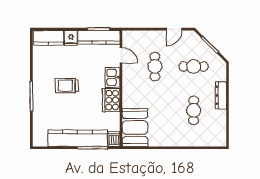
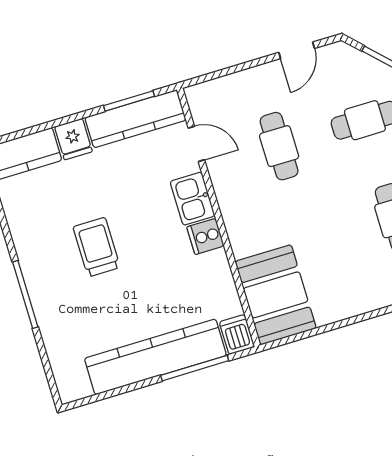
trolley: (67, 85) -> (97, 247), turned 90
cooker: (111, 100) -> (205, 236), width x0.53, depth x0.76

